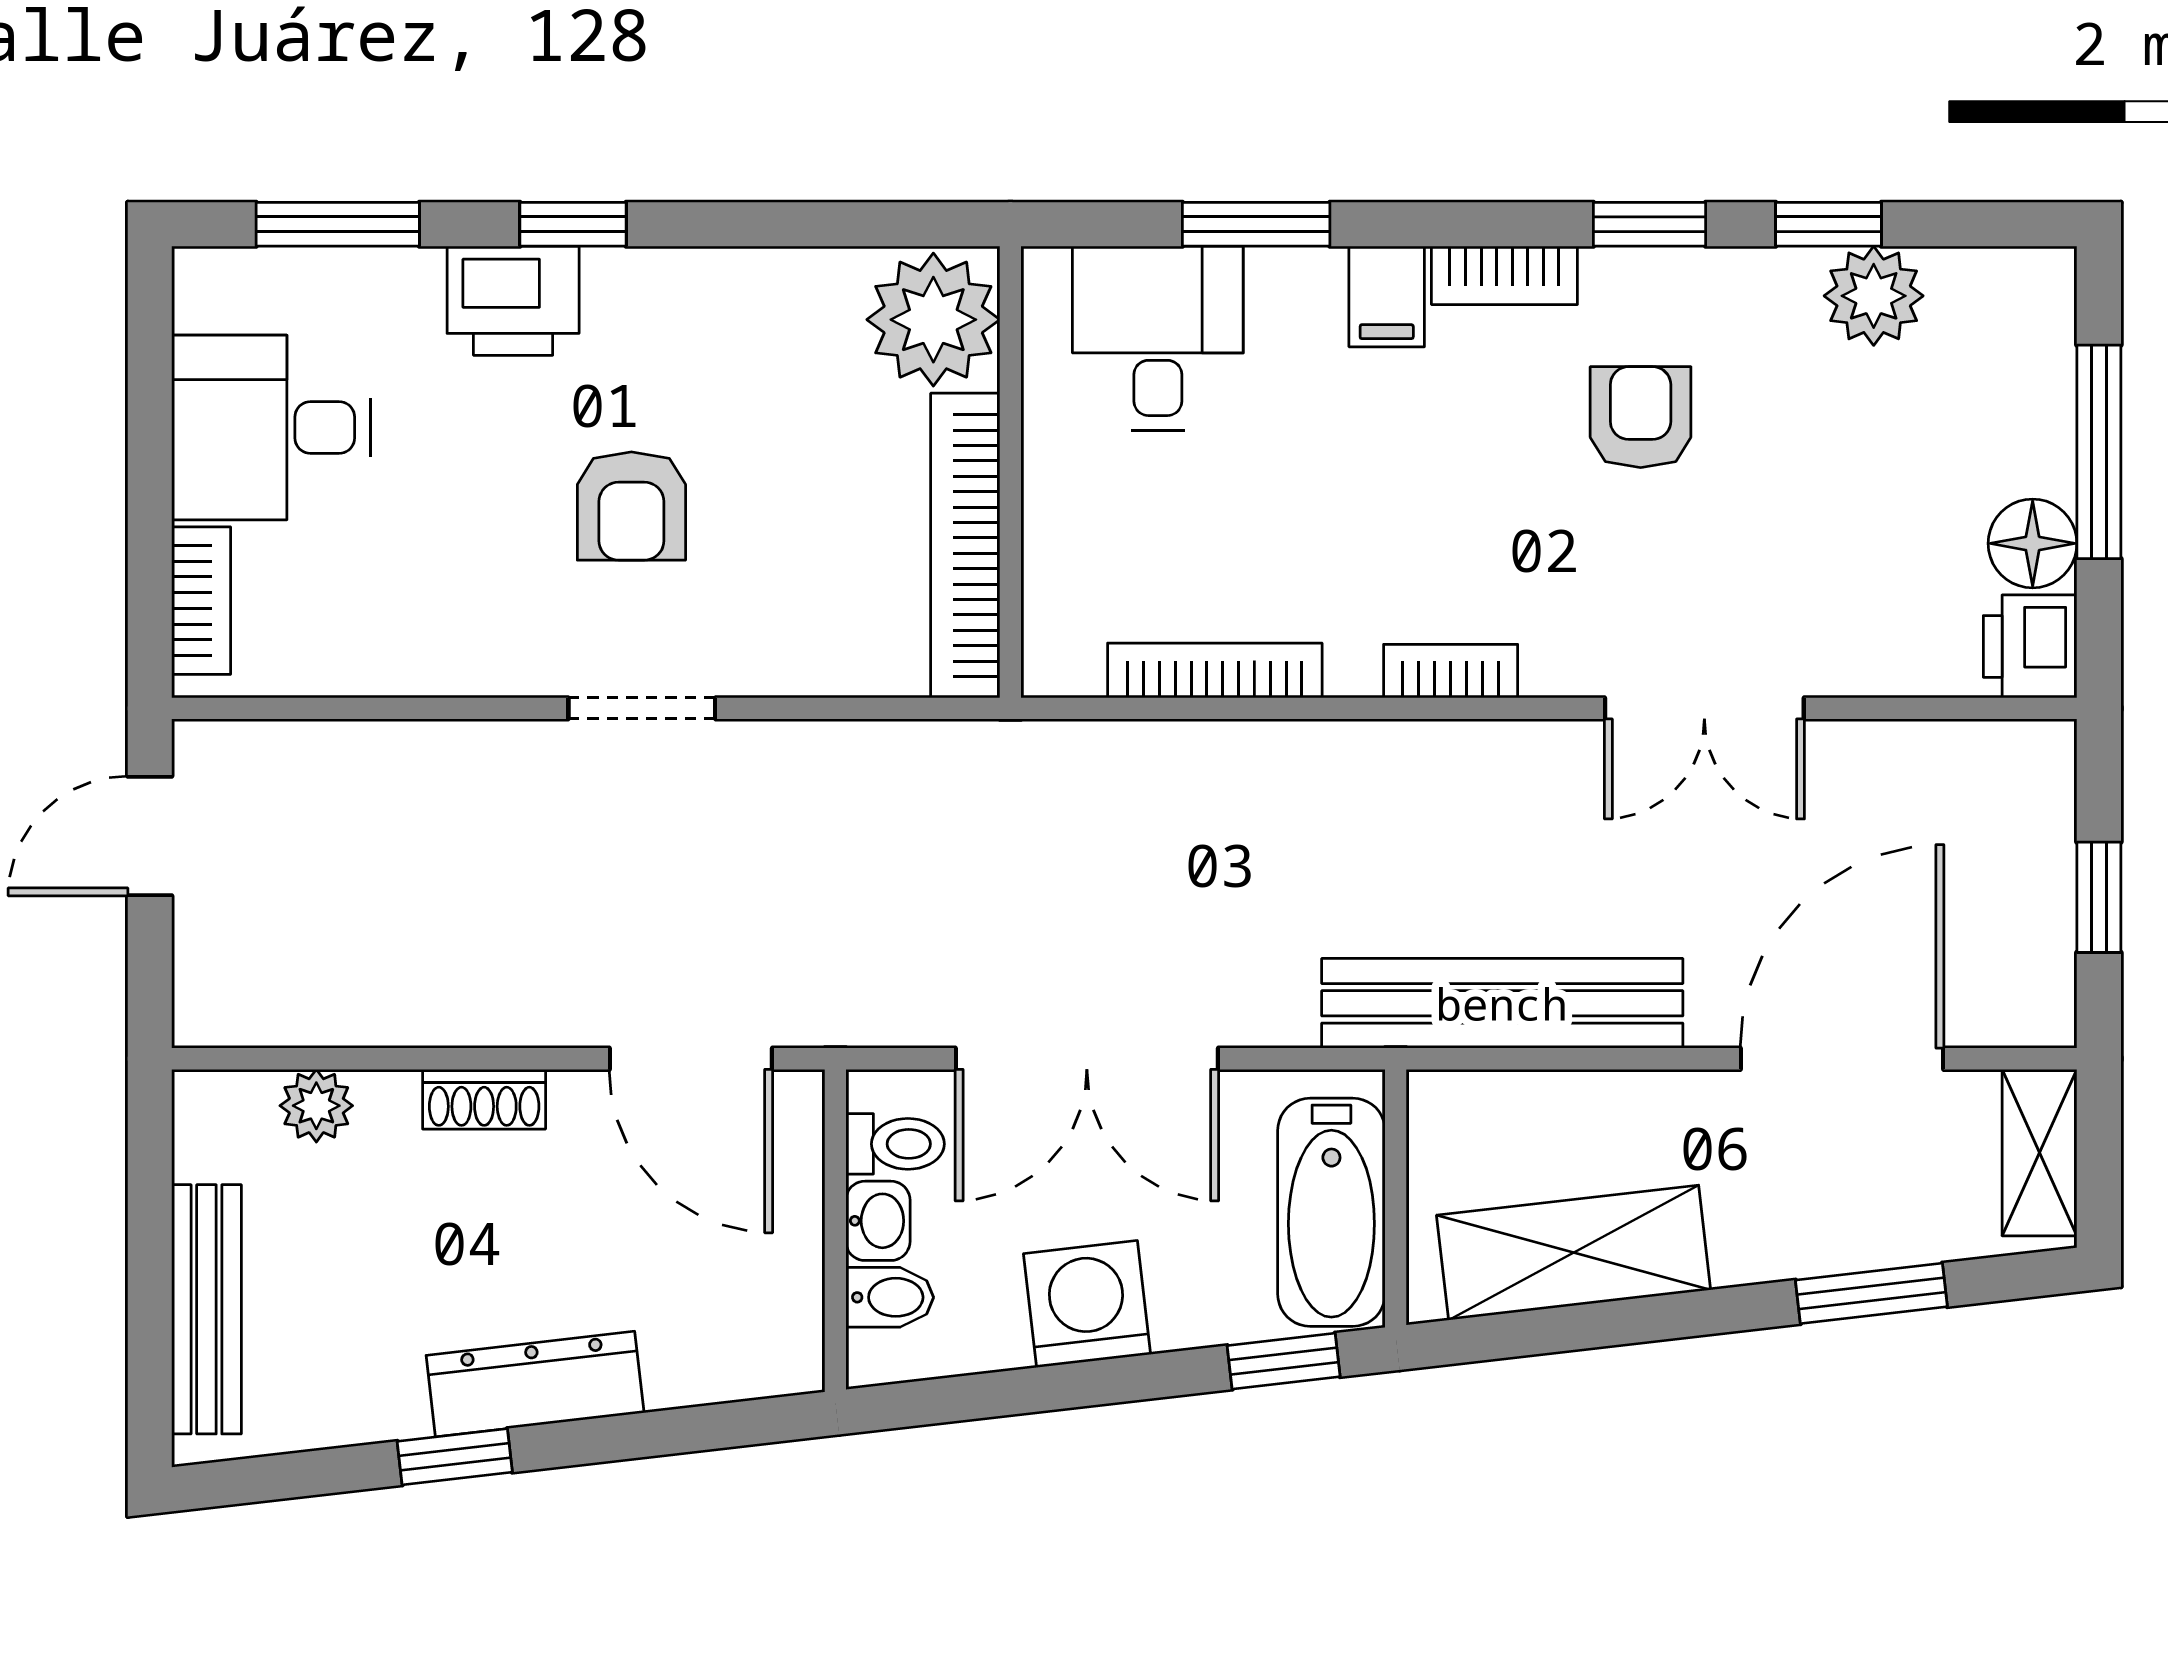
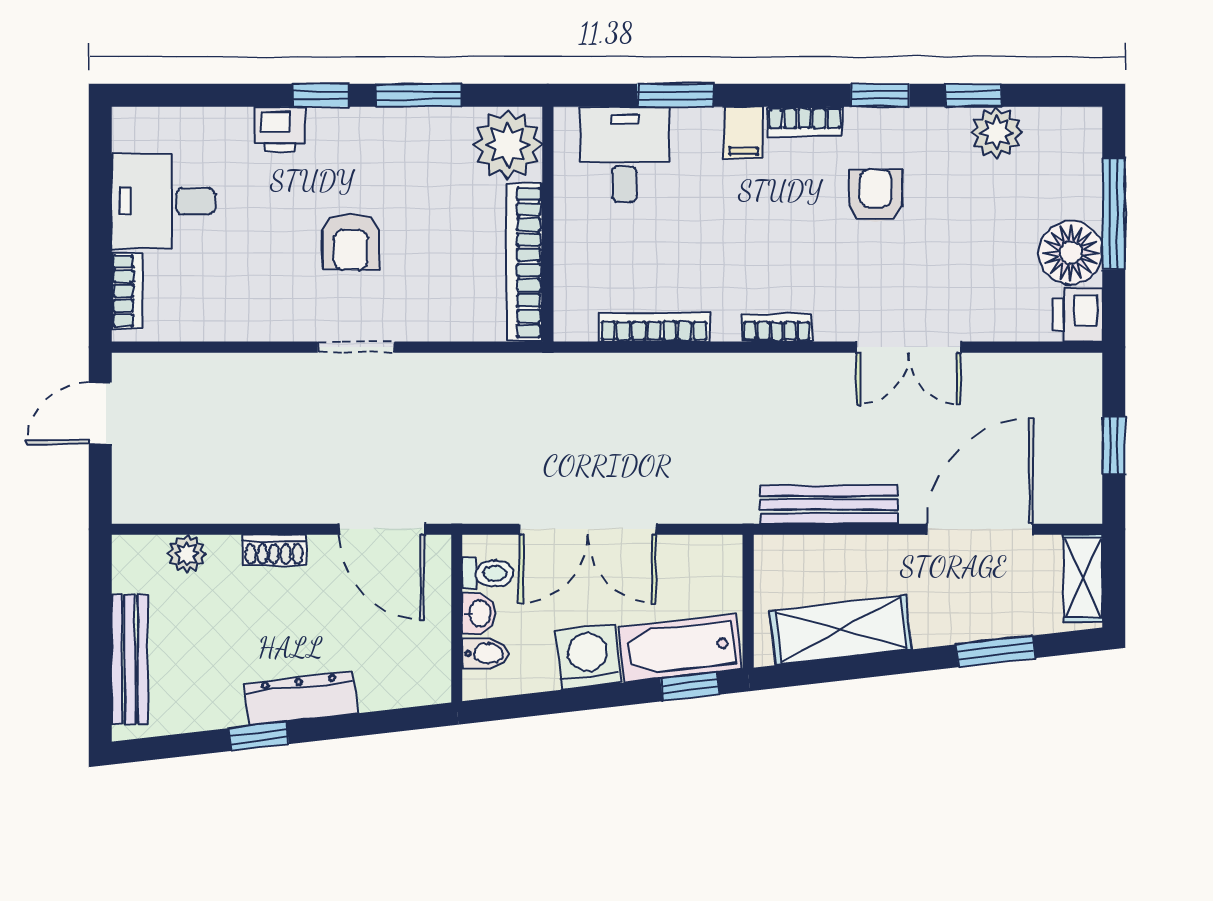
window: (338, 224) -> (418, 95), moved
printer: (513, 301) -> (280, 130), width x0.73, depth x0.81
floor lamp: (2033, 543) -> (1071, 253), width x1.38, depth x1.38
bench: (1502, 1003) -> (829, 505), width x0.73, depth x0.82
bathtub: (1331, 1212) -> (680, 648), moved, turned 83

